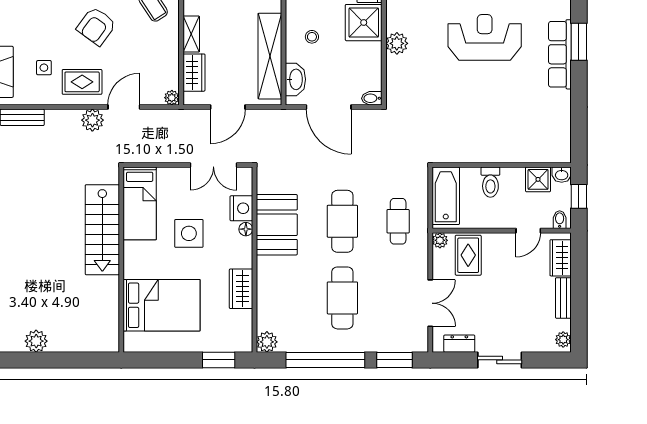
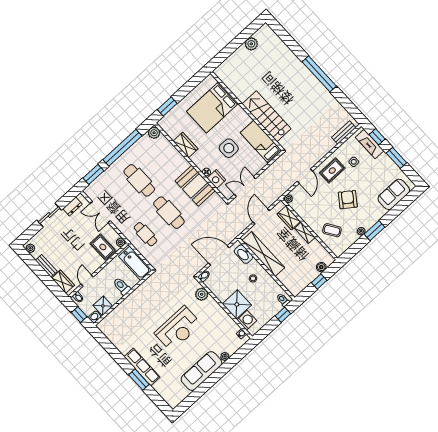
reception desk: (485, 37) -> (178, 329), moved
plant: (397, 43) -> (202, 294), moved
plant: (92, 120) -> (313, 159), removed

